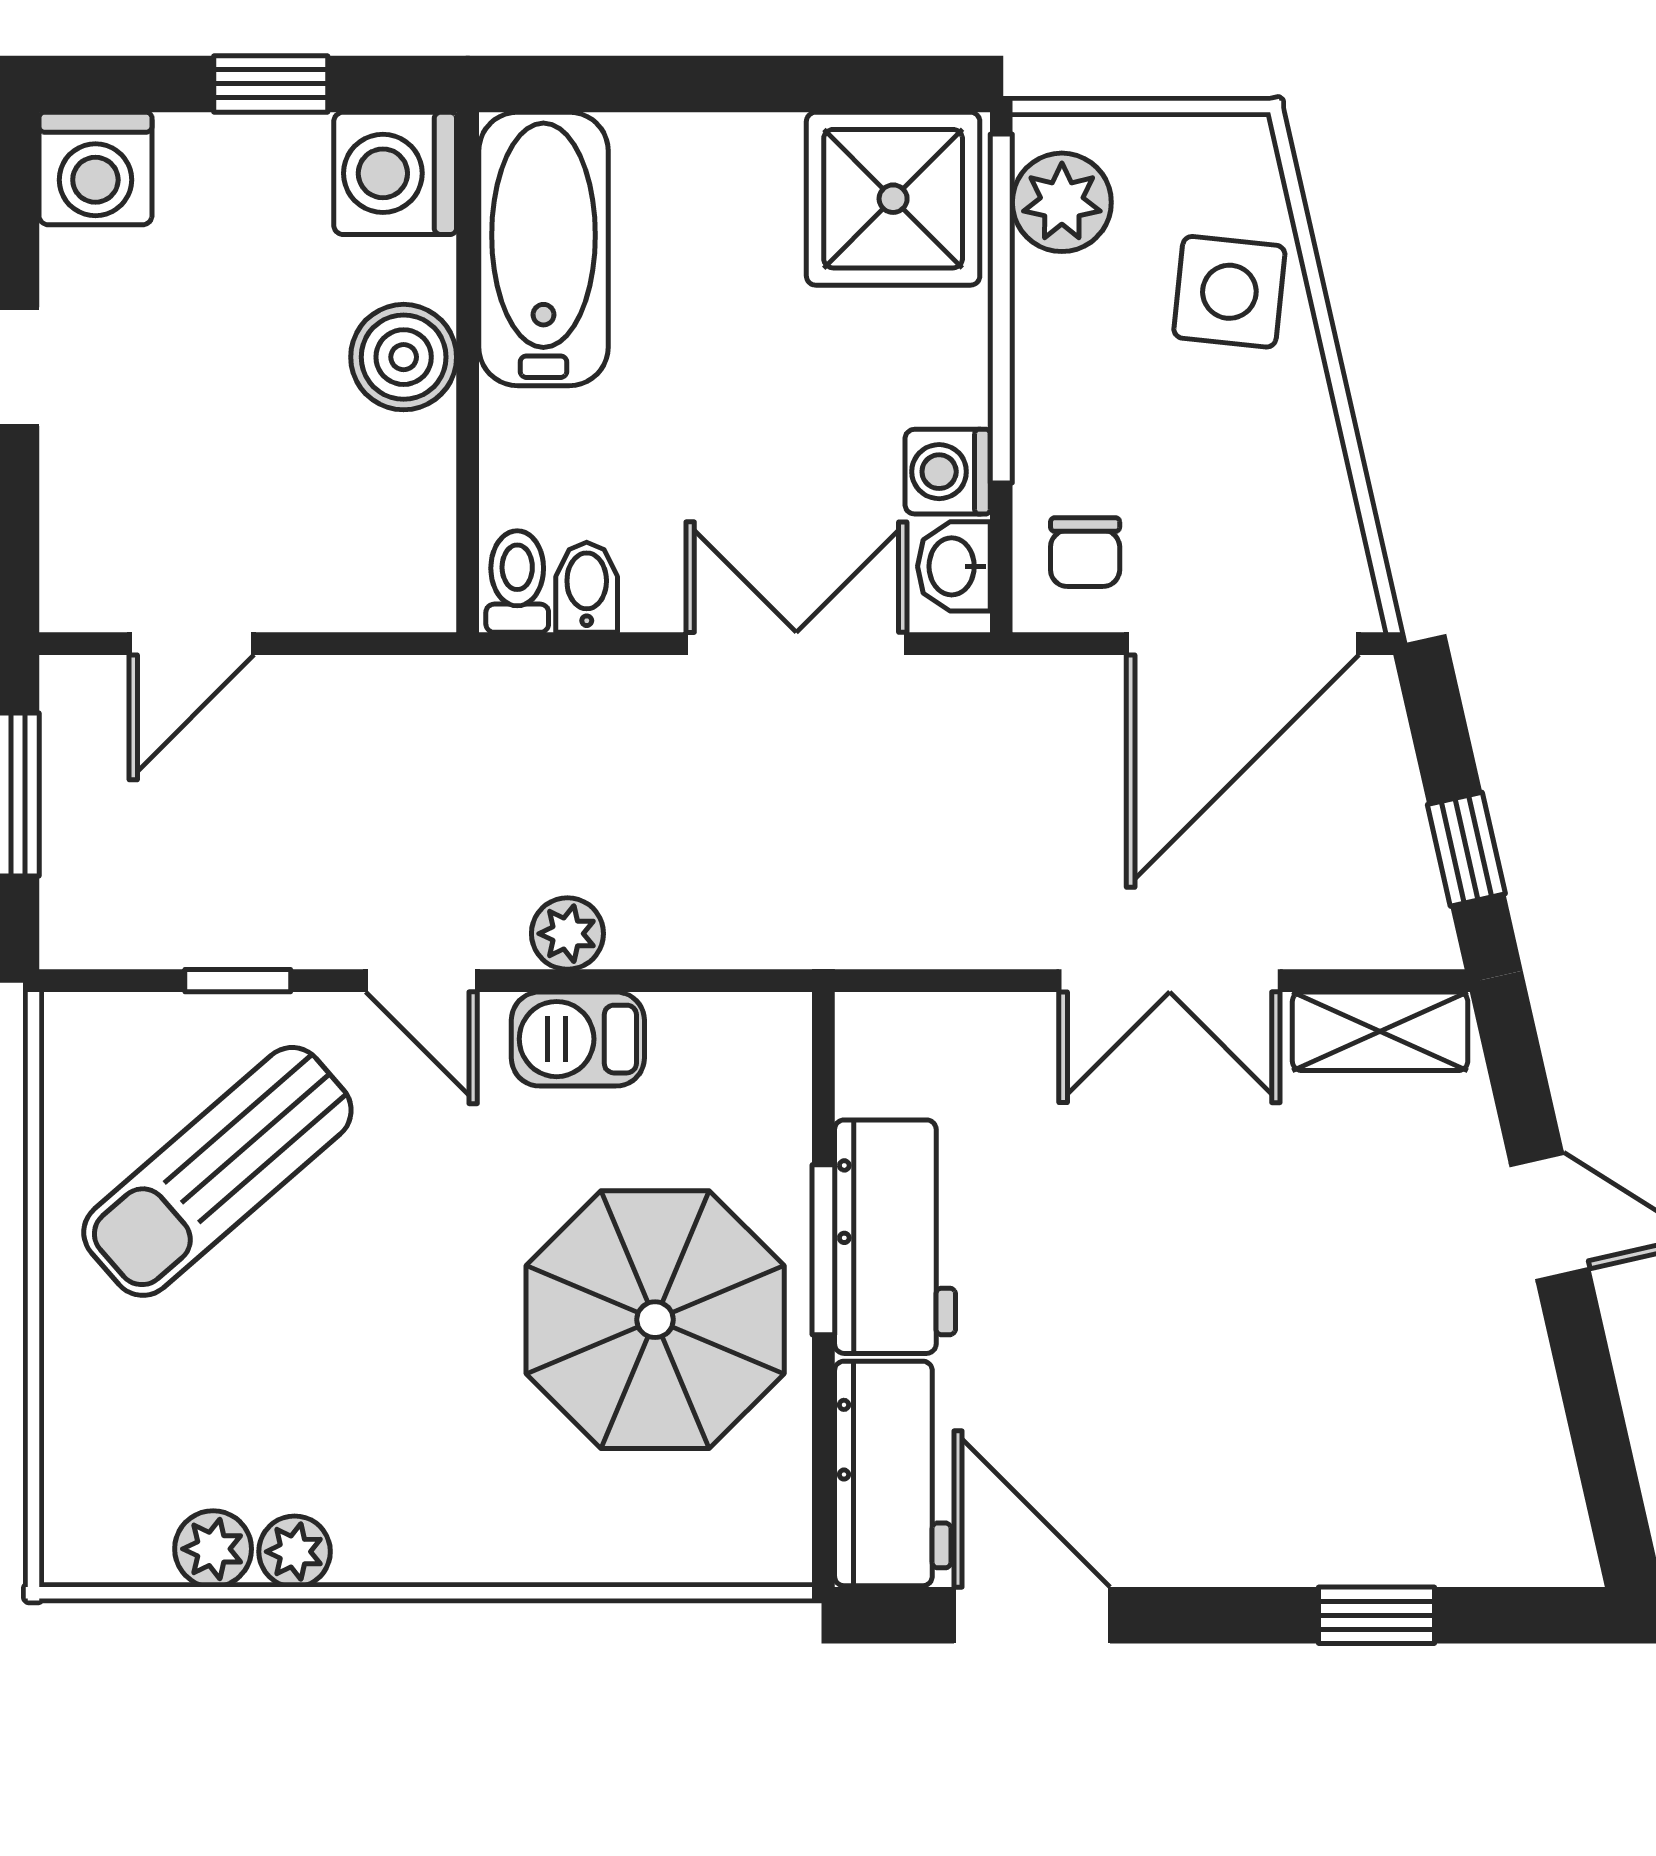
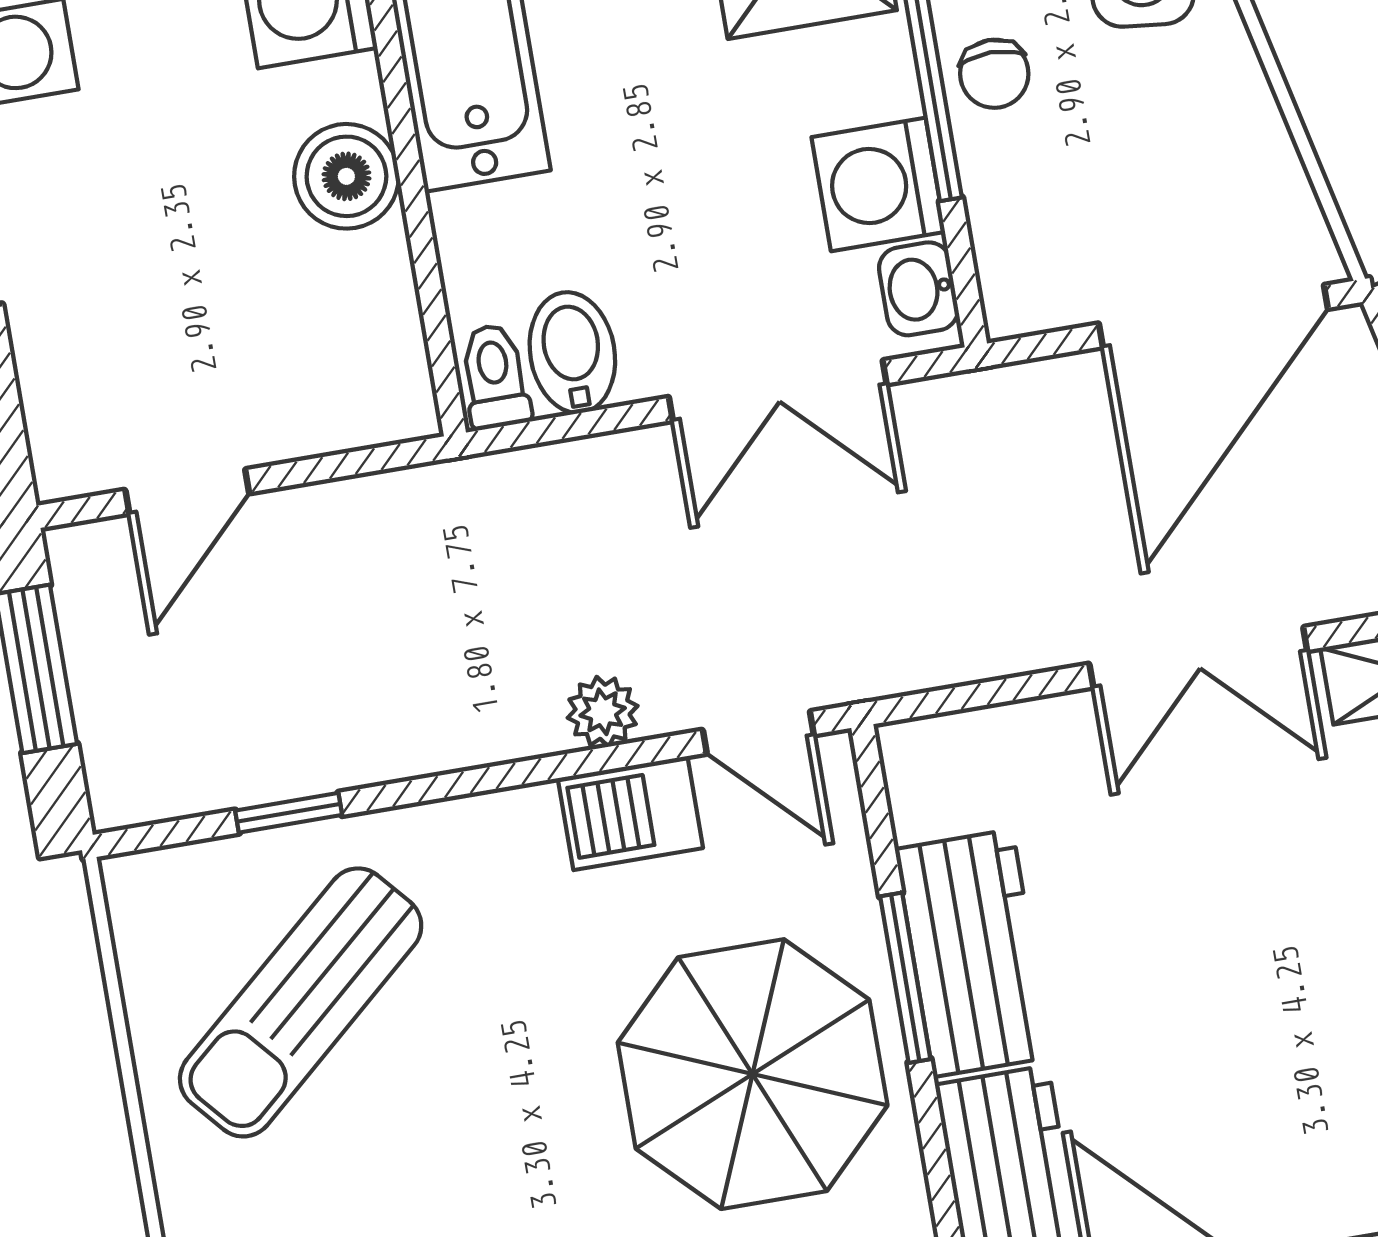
washing machine: (948, 472) -> (878, 184), width x1.38, depth x1.38
chair: (1085, 552) -> (994, 74), moved
bidet: (587, 587) -> (572, 353), width x1.38, depth x1.36
double door: (796, 644) -> (778, 391), swing flipped
door: (422, 981) -> (758, 733), moved

